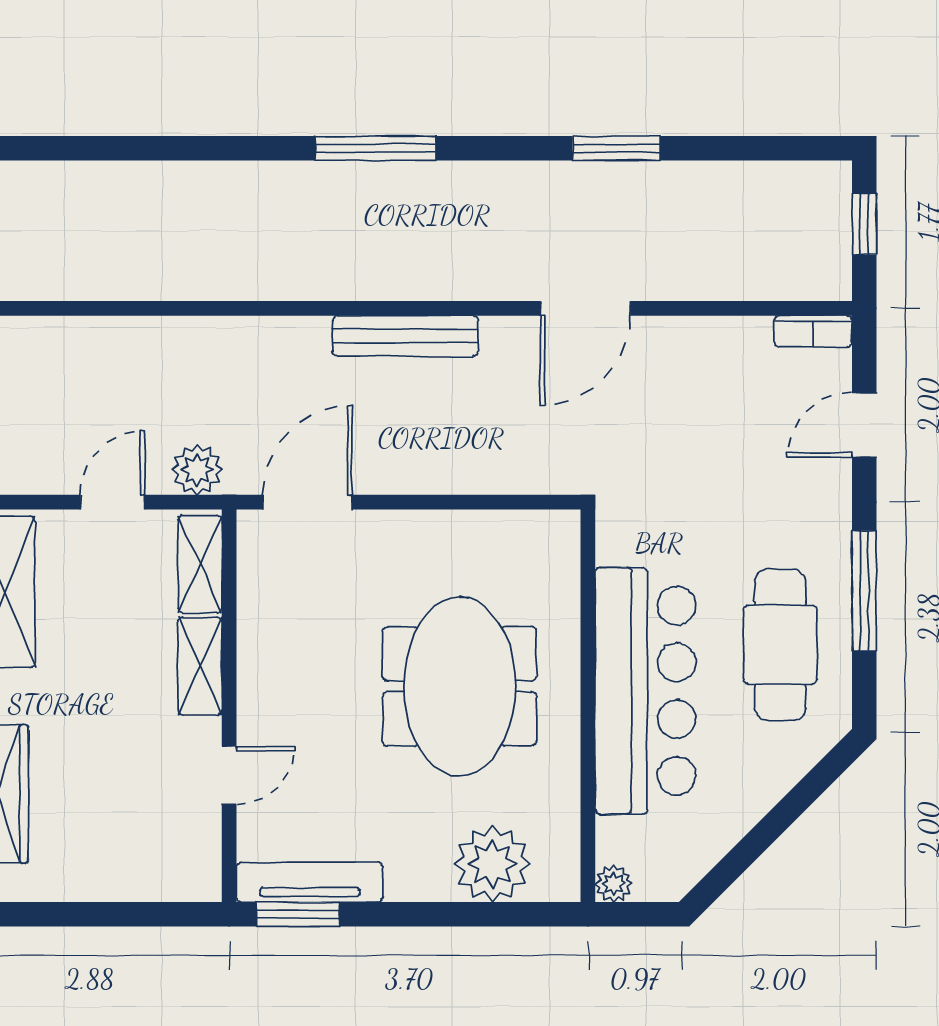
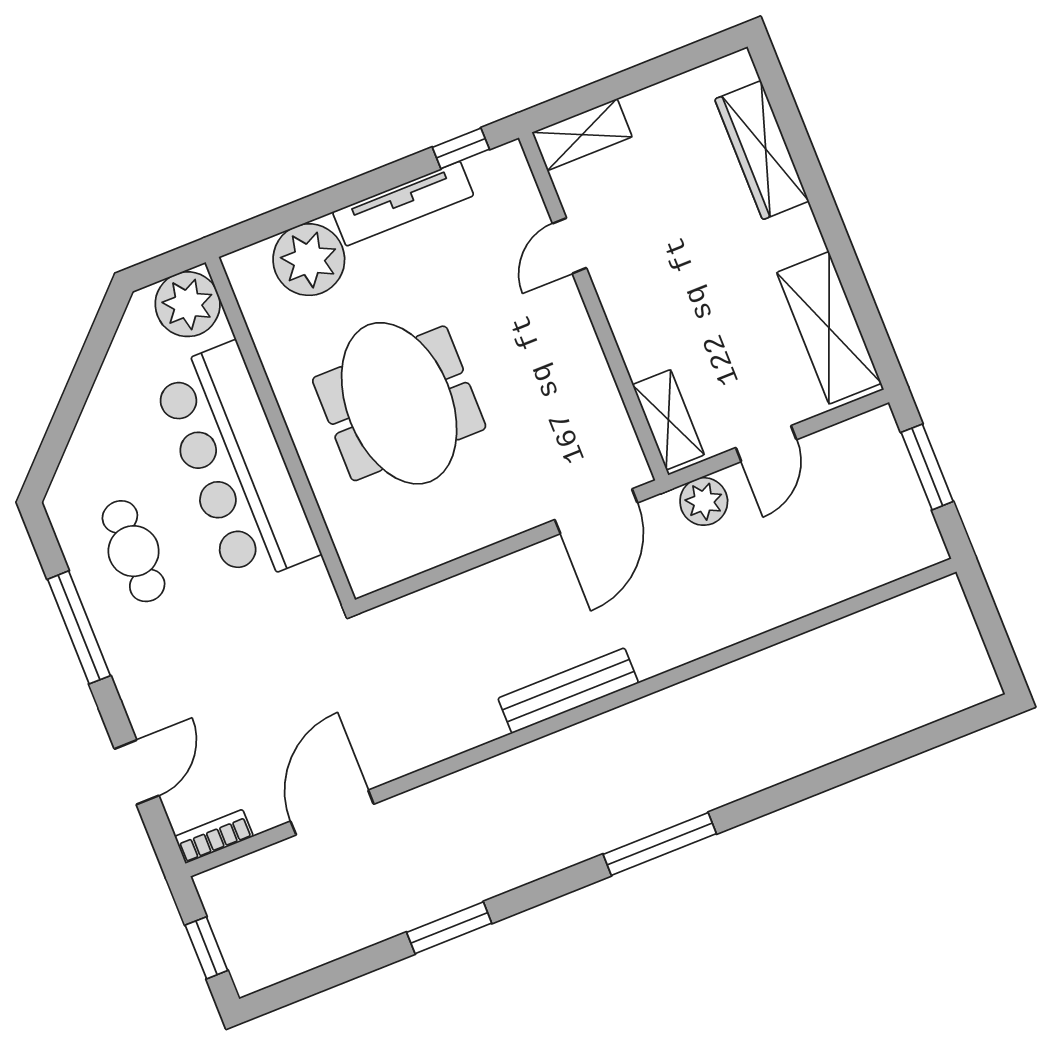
door: (585, 308) -> (332, 813), moved
cafe table: (780, 645) -> (134, 551), width x0.73, depth x0.74
shelving: (200, 666) -> (582, 135), moved, turned 90
tv unit: (310, 882) -> (403, 204), moved
plant: (614, 884) -> (188, 304), width x1.87, depth x1.87
window: (298, 914) -> (461, 148), width x0.67

